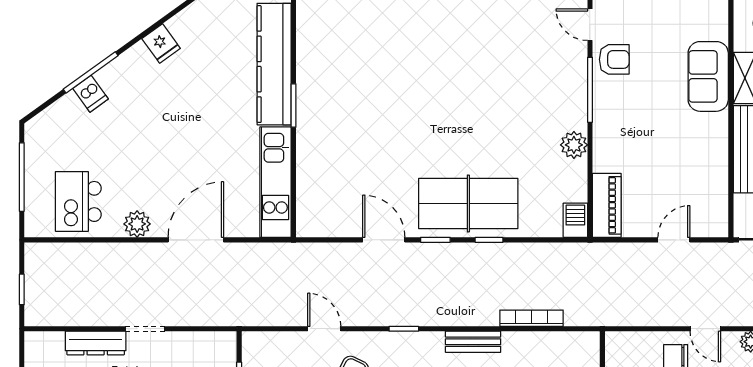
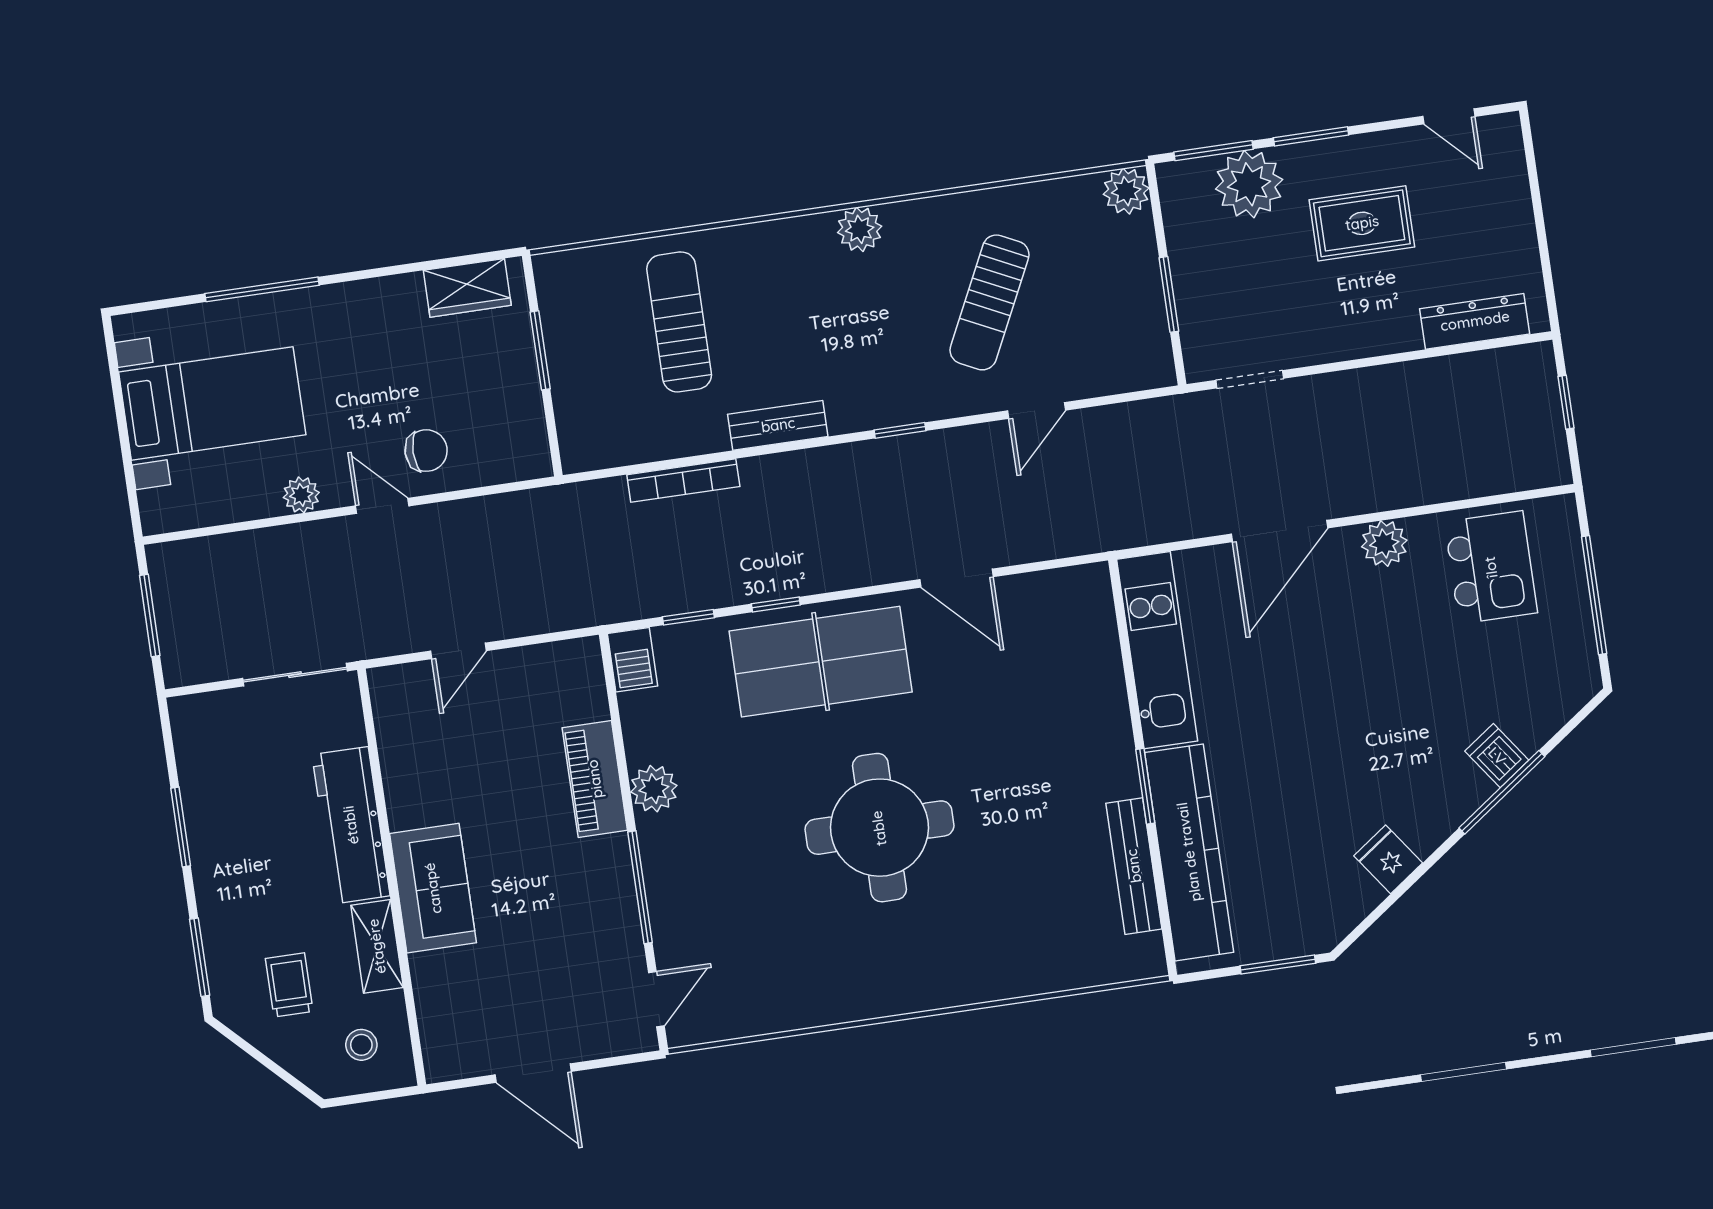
door: (590, 25) -> (656, 999), hinge flipped
armchair: (614, 59) -> (606, 946), removed
bench: (307, 61) -> (1134, 866), added
sofa: (708, 76) -> (433, 888), moved
round table: (449, 104) -> (879, 828), added
piano: (607, 205) -> (595, 779), moved
window: (435, 240) -> (688, 617), moved
doorway: (145, 329) -> (1250, 379), moved
door: (324, 329) -> (1037, 410), hinge flipped
dresser: (96, 343) -> (1475, 321), moved

